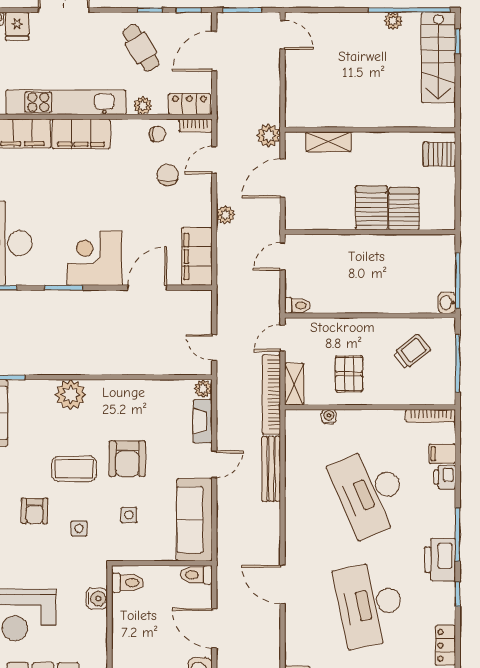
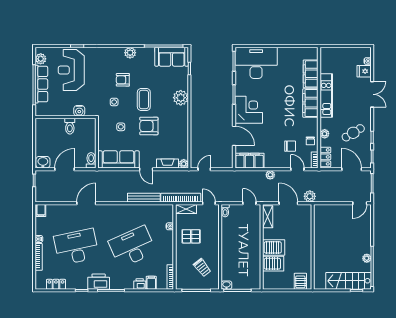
kitchen unit: (66, 102) -> (326, 95), width x0.73
shelving: (329, 142) -> (268, 217), moved
toilet: (128, 583) -> (70, 126), moved

